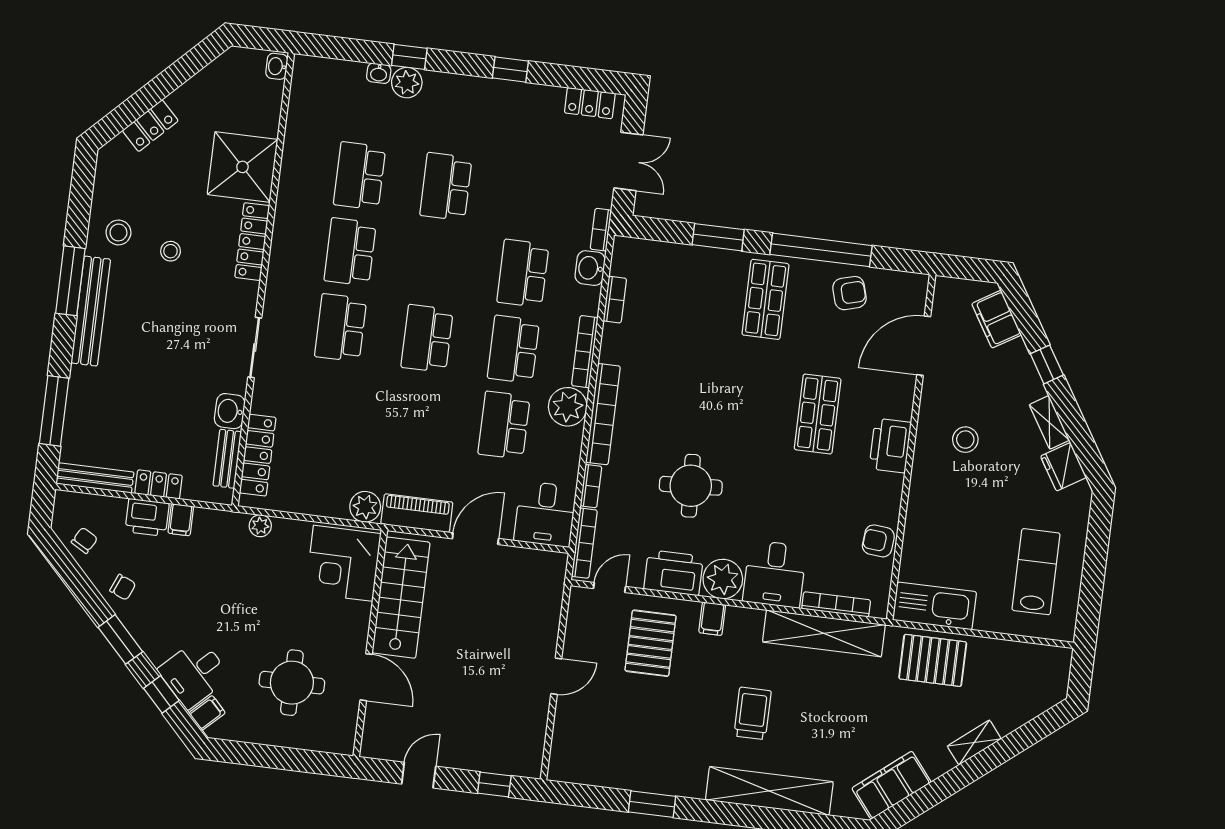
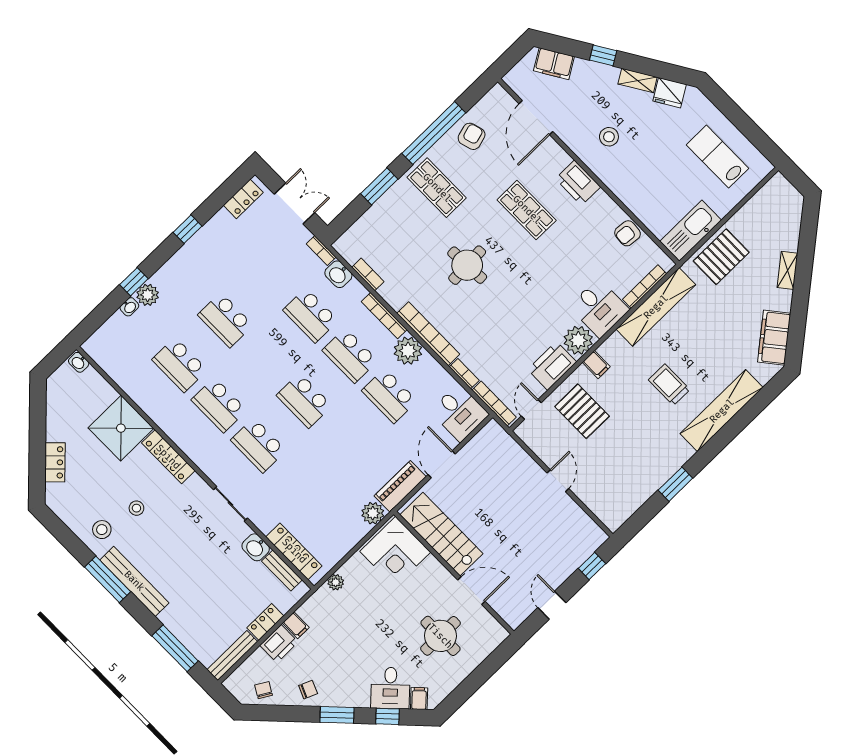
round table: (691, 486) -> (467, 265), moved

